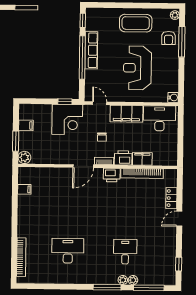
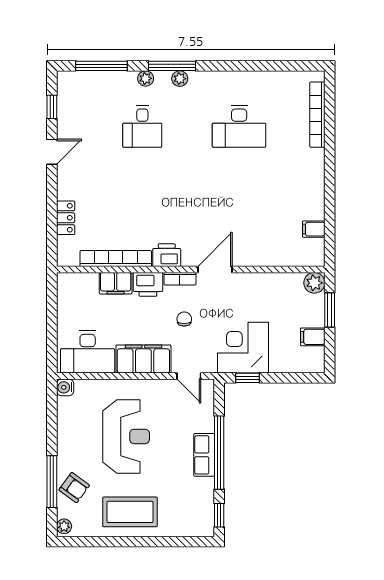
armchair: (169, 38) -> (74, 488), turned 126
row of seats: (91, 50) -> (204, 455), width x0.68
door: (179, 219) -> (52, 152), moved
plant: (133, 280) -> (180, 79), moved

